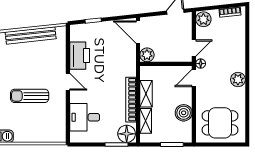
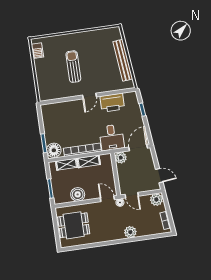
plant: (238, 80) -> (130, 232), moved
desk: (85, 117) -> (112, 137), moved, turned 180
dining table: (220, 123) -> (74, 225), turned 90

